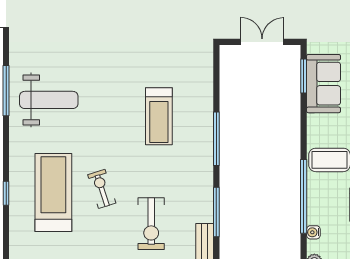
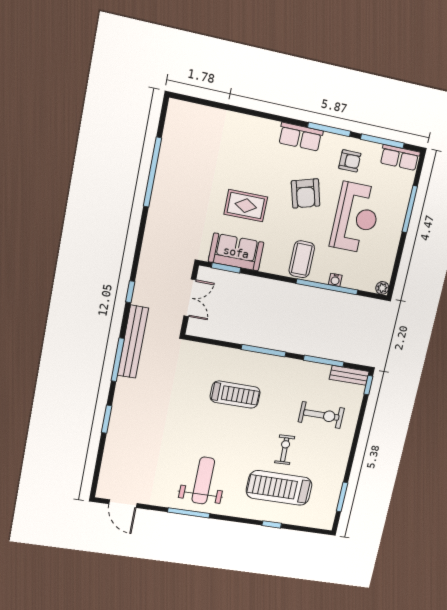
double door: (262, 42) -> (190, 298), swing flipped
exercise bike: (102, 189) -> (285, 450), turned 106
water cooler: (313, 232) -> (335, 280), moved

